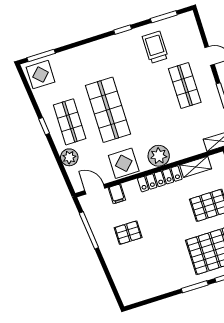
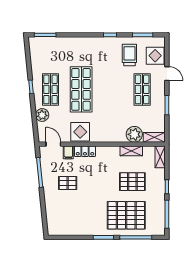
display table: (41, 75) -> (155, 56), moved
plant: (159, 156) -> (134, 134), moved
locker: (160, 179) -> (85, 151), moved, width x0.66

